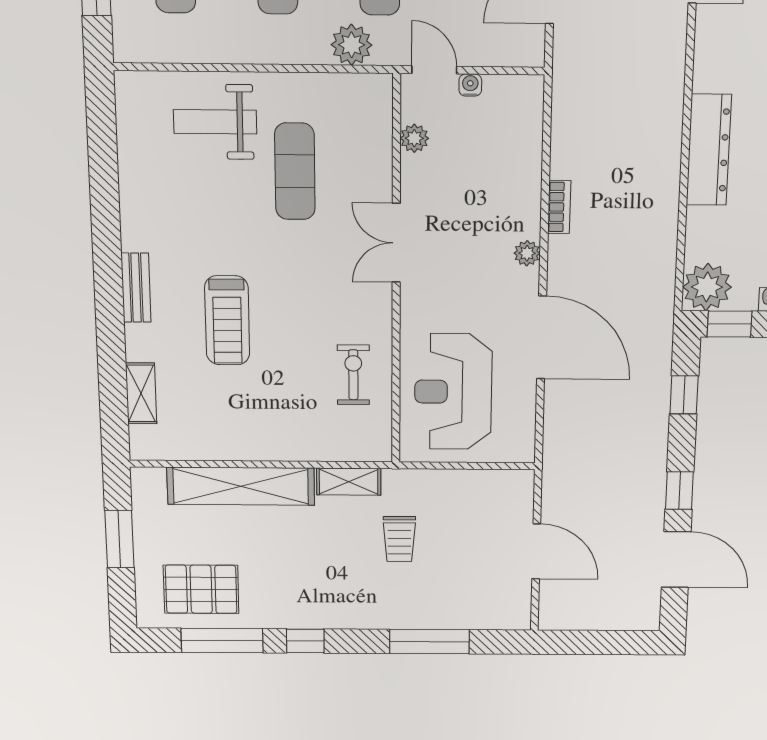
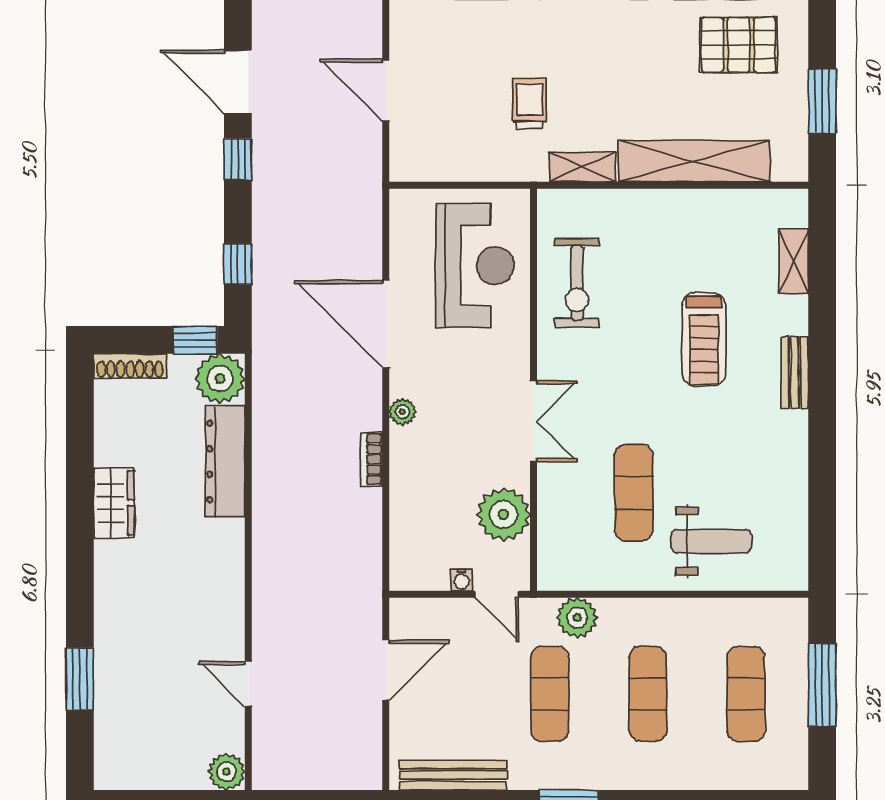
plant: (414, 138) -> (503, 514), width x1.87, depth x1.87
dresser: (709, 150) -> (225, 461), moved
treadmill: (227, 320) -> (704, 339), turned 180
exercise bike: (353, 375) -> (577, 283), width x1.38, depth x1.39

